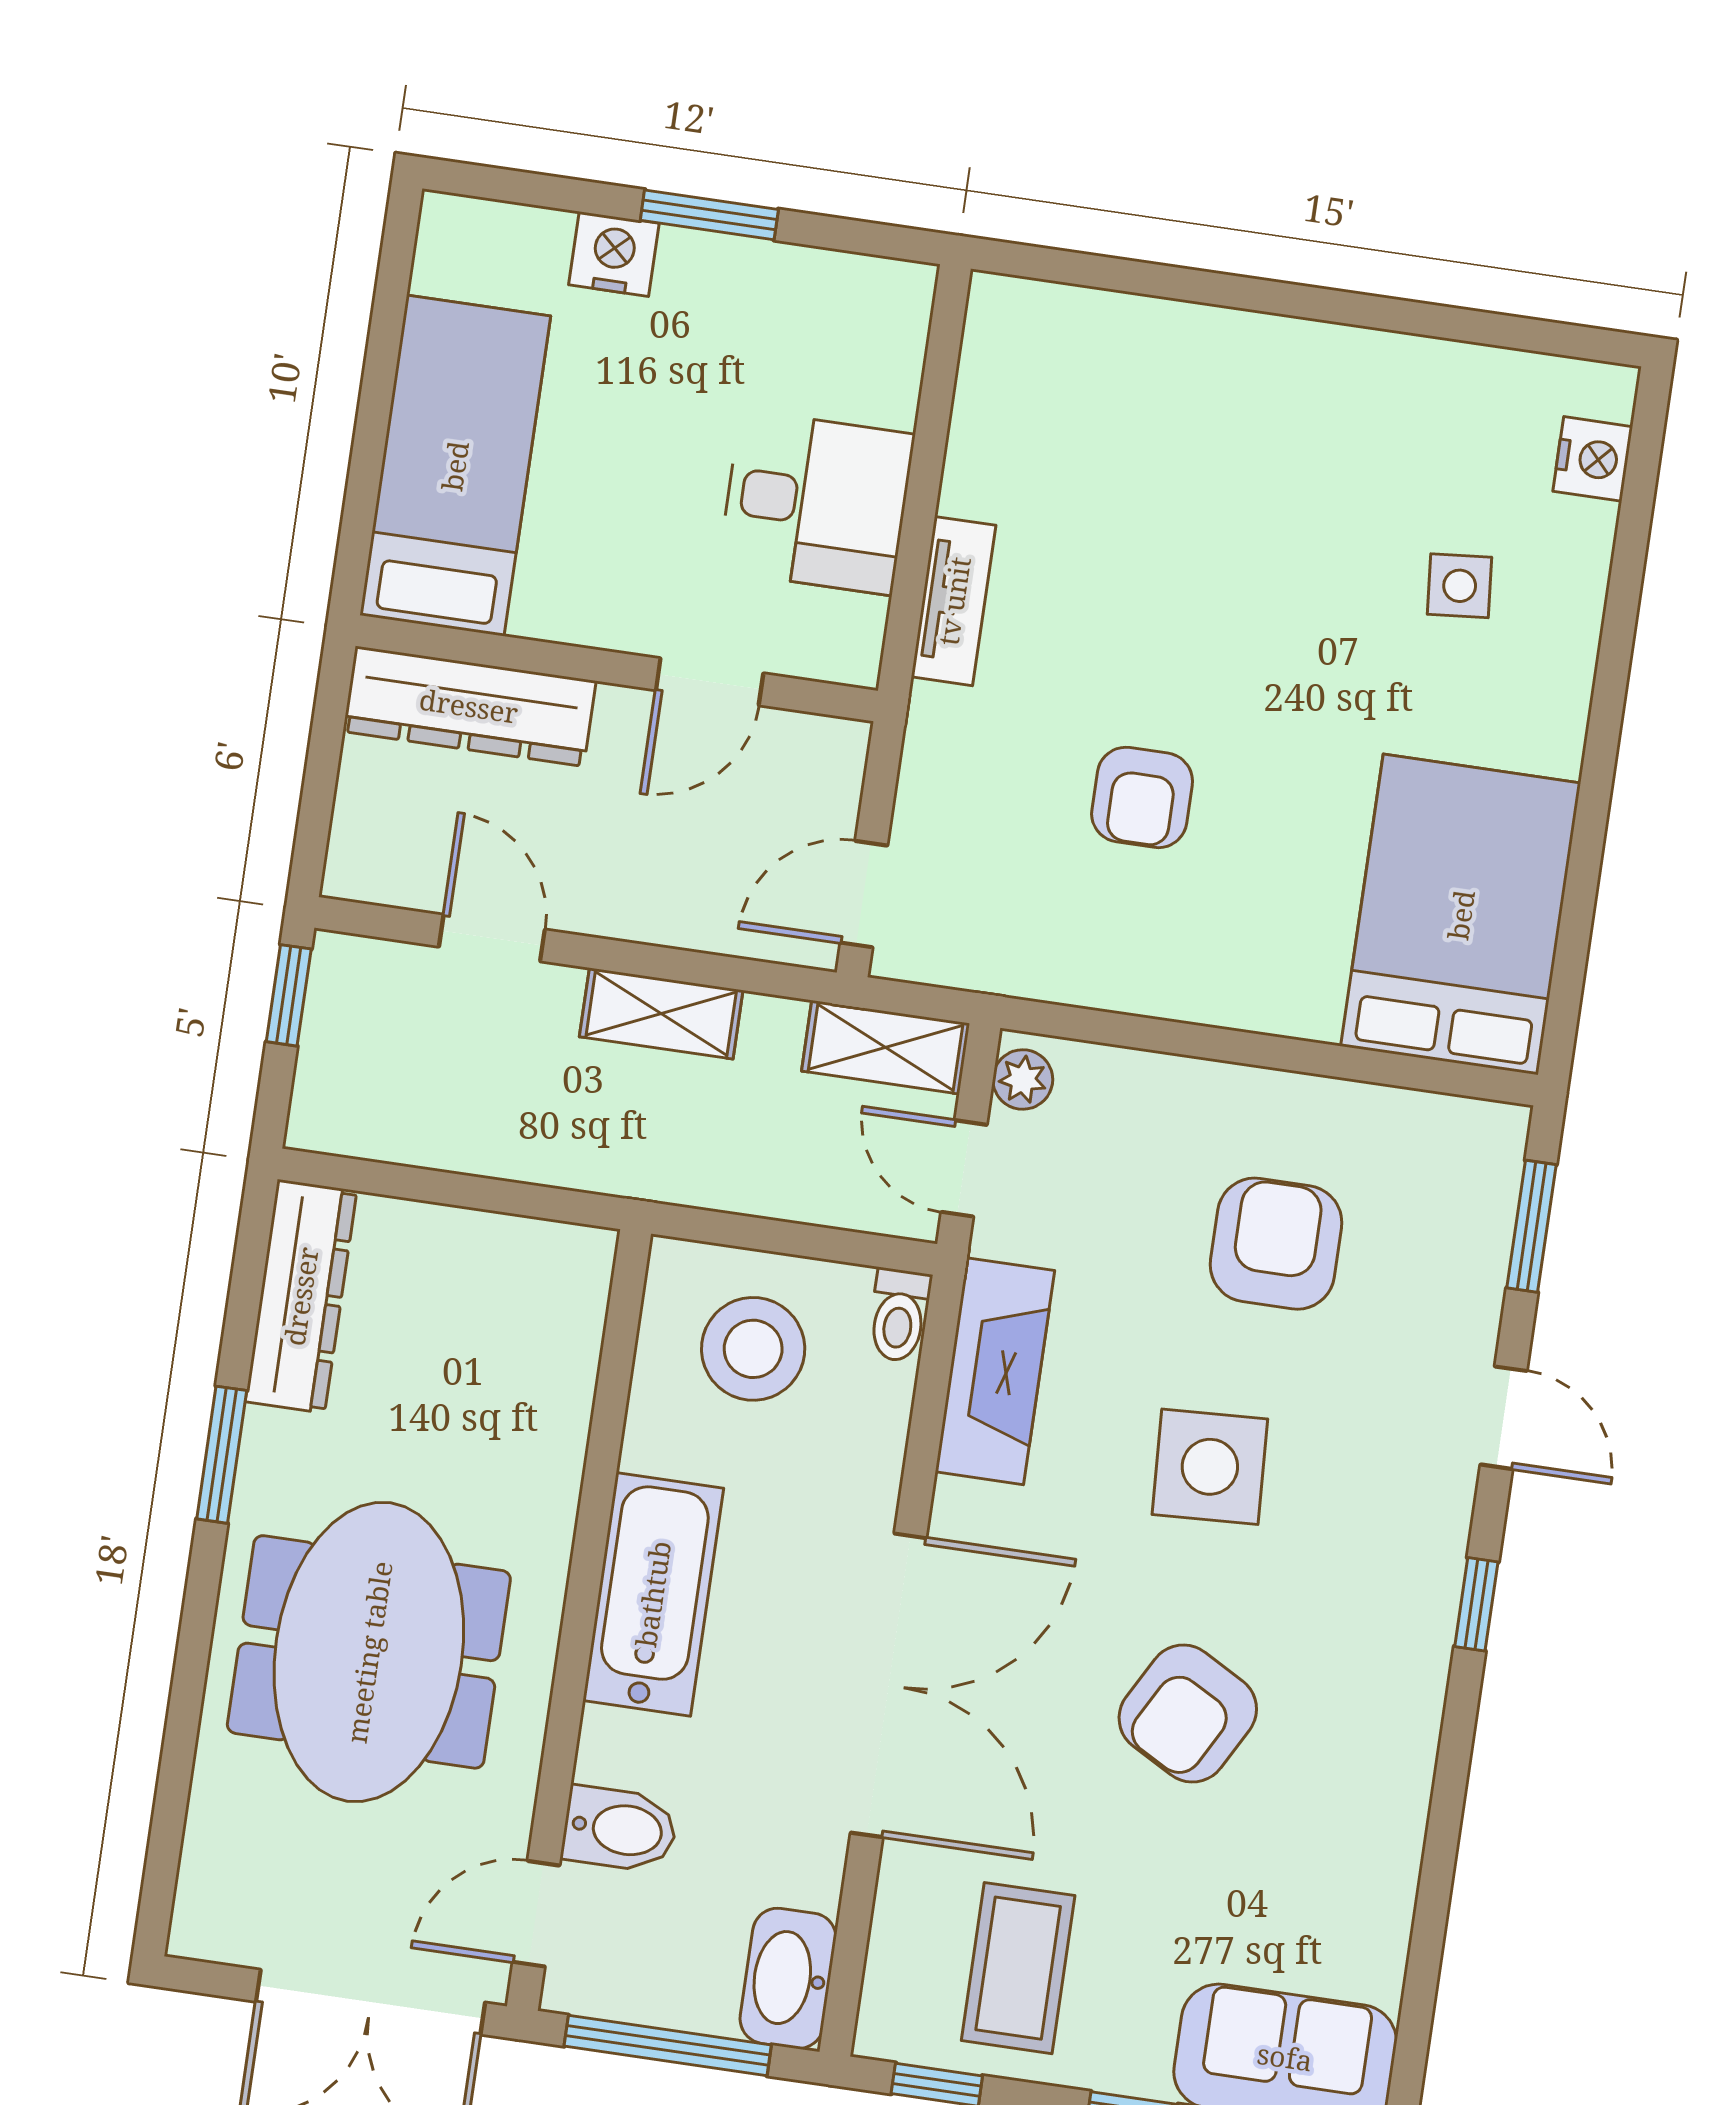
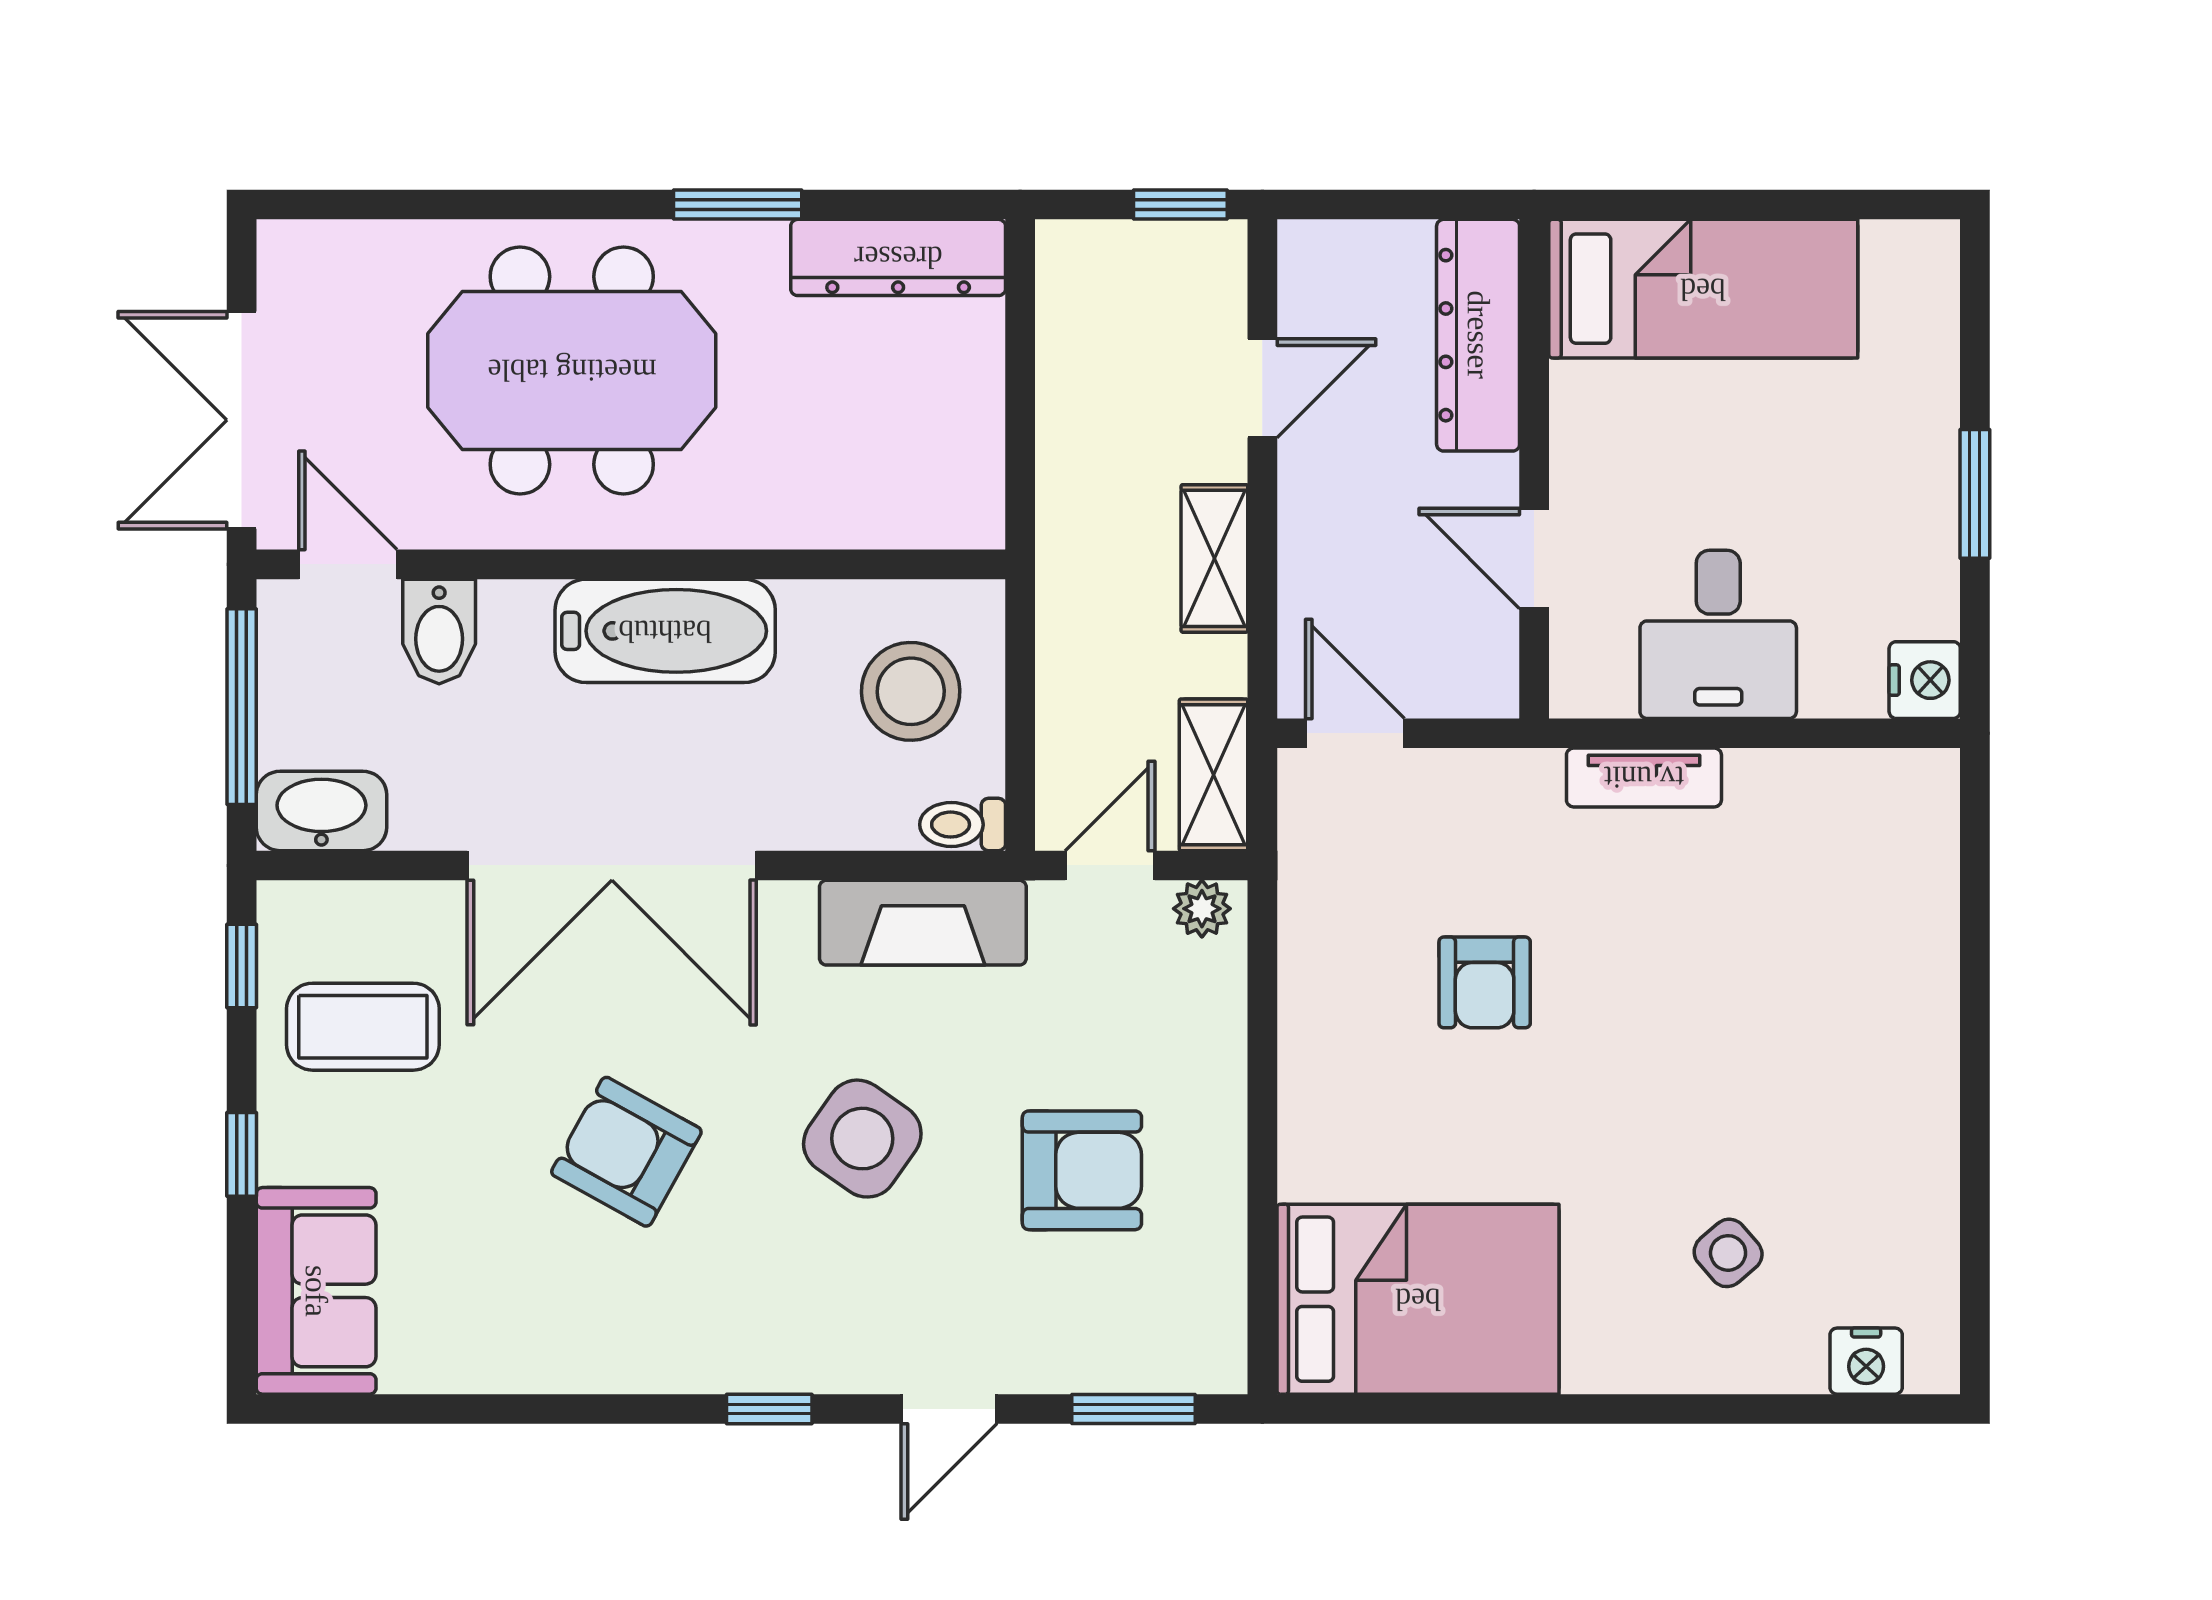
nightstand: (614, 254) -> (1925, 680), moved
side table: (1460, 586) -> (1728, 1253), turned -36
armchair: (1142, 797) -> (1485, 982), turned -90
side table: (1210, 1467) -> (862, 1139), turned 38

